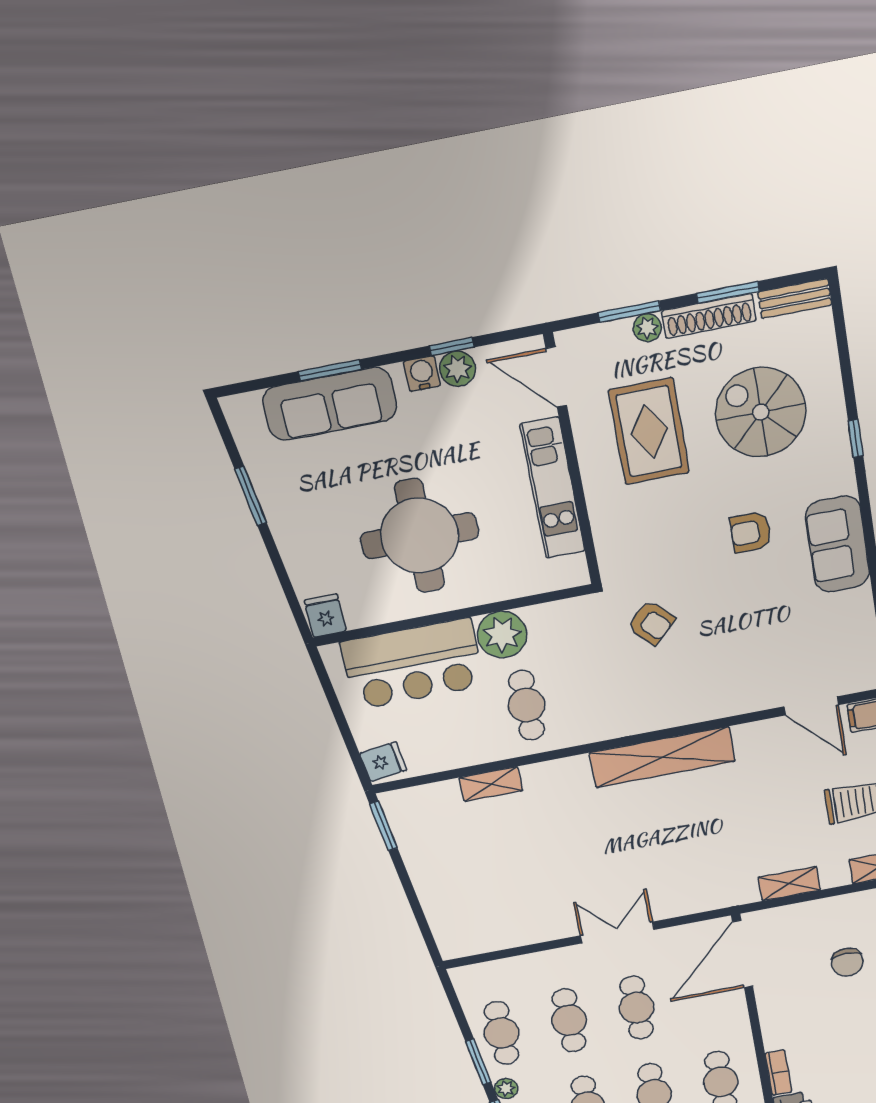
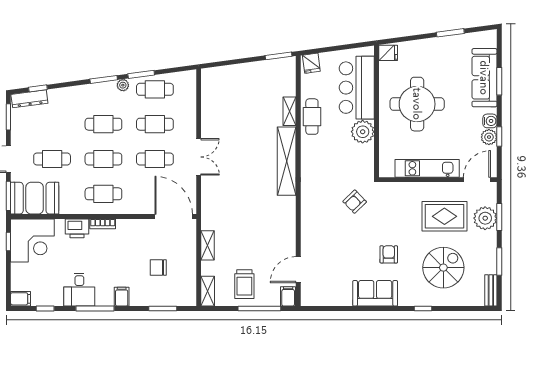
shoe rack: (709, 316) -> (491, 252), removed
plant: (647, 328) -> (485, 218), width x1.88, depth x1.88
cafe table: (527, 705) -> (312, 117), moved, turned 90
shelving: (662, 757) -> (287, 161), moved

